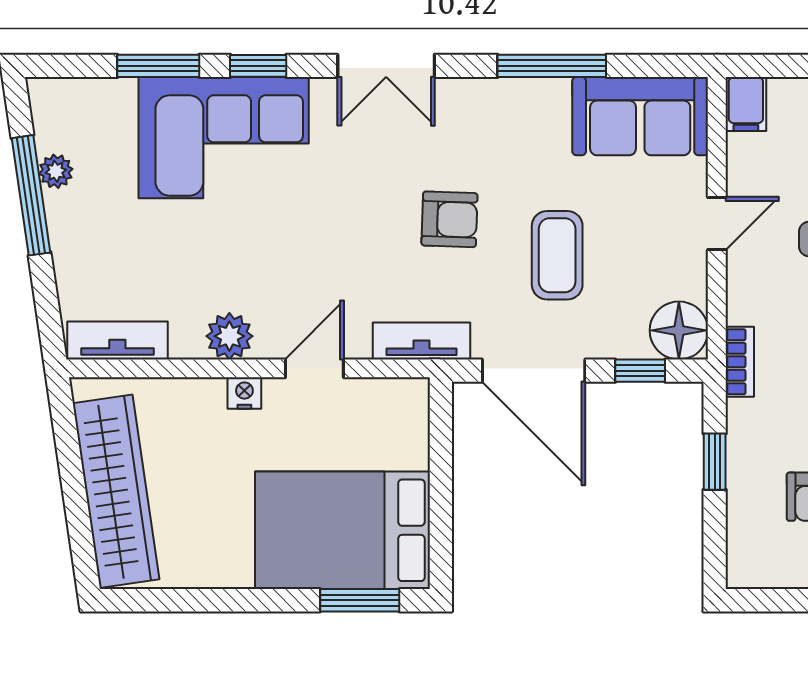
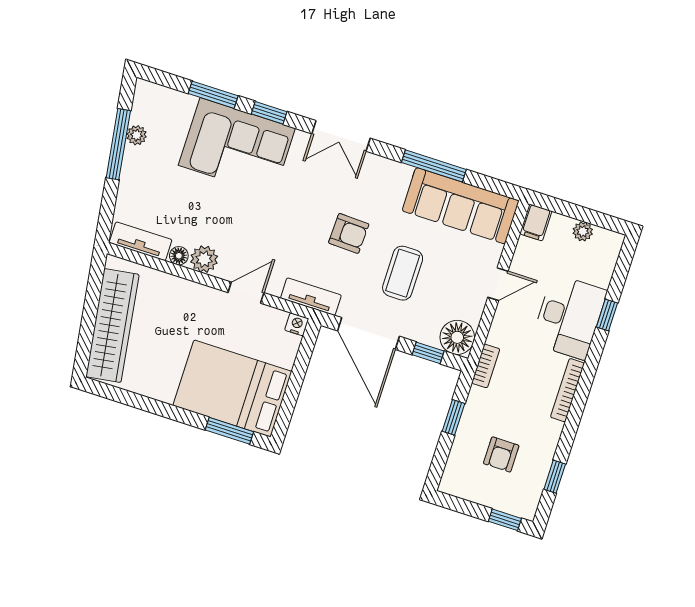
sofa: (640, 116) -> (461, 206), width x1.36
floor lamp: (187, 344) -> (179, 256), added
nightstand: (244, 393) -> (297, 324), moved

